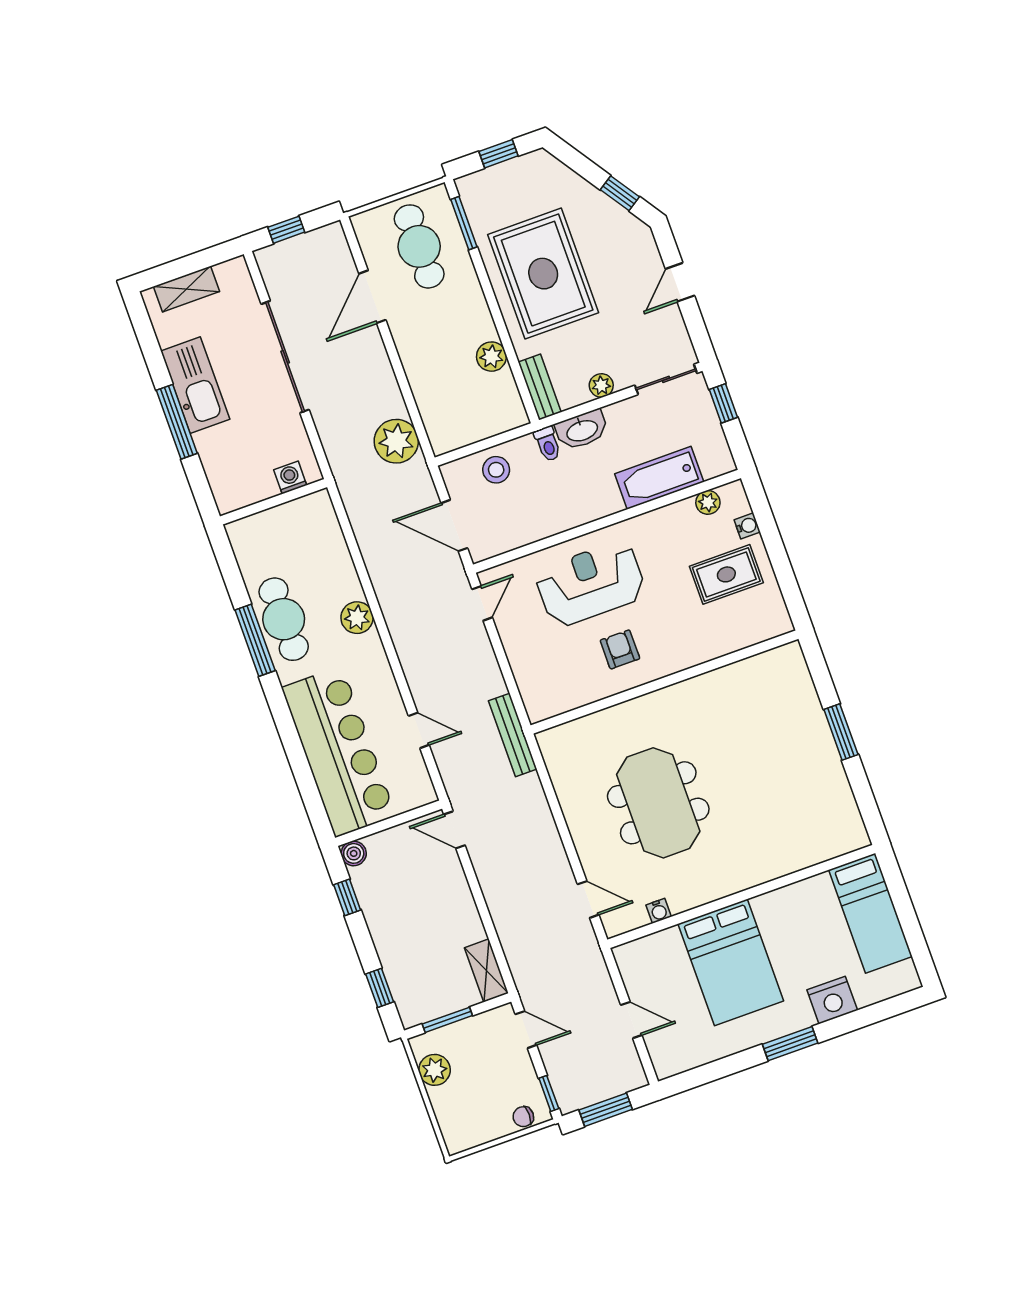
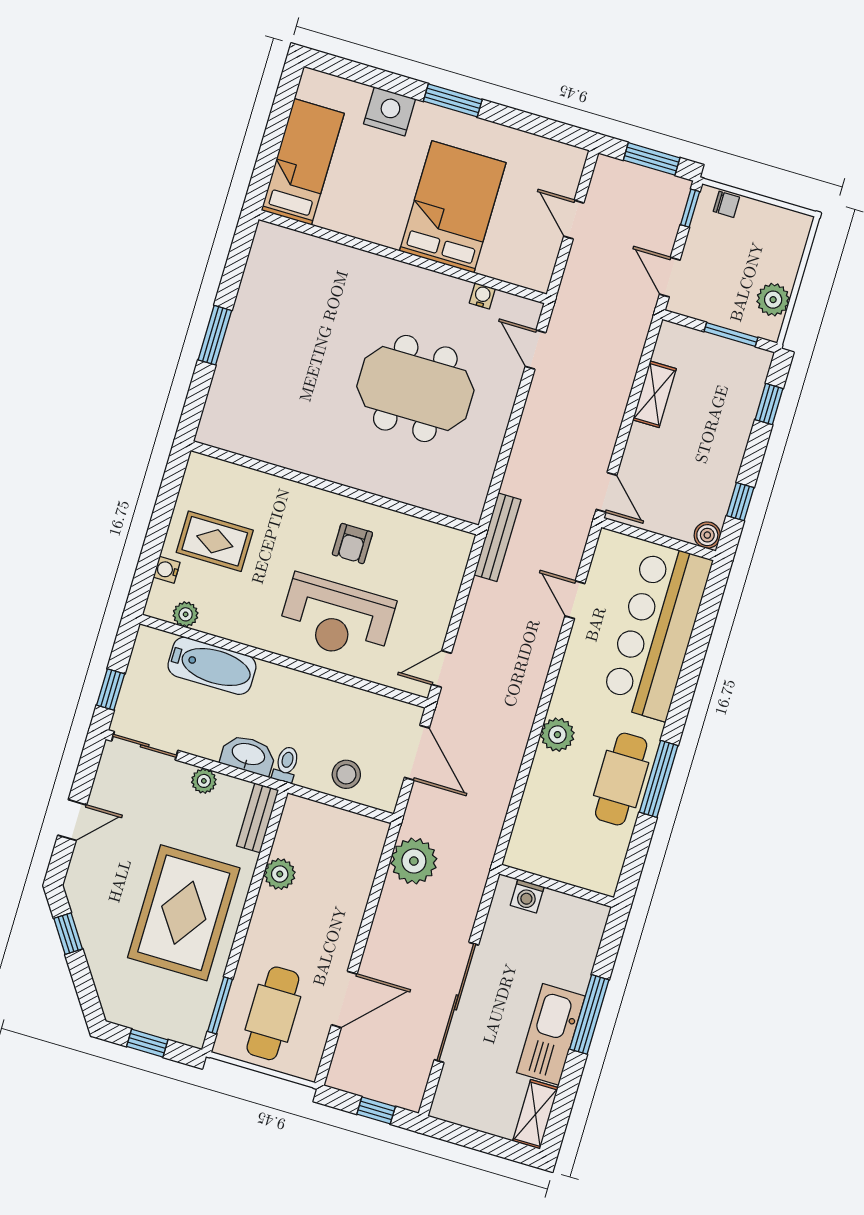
shelving: (187, 289) -> (535, 1114), moved, turned 90
meeting table: (658, 803) -> (415, 388), turned 90
shelving: (486, 970) -> (654, 394), moved

